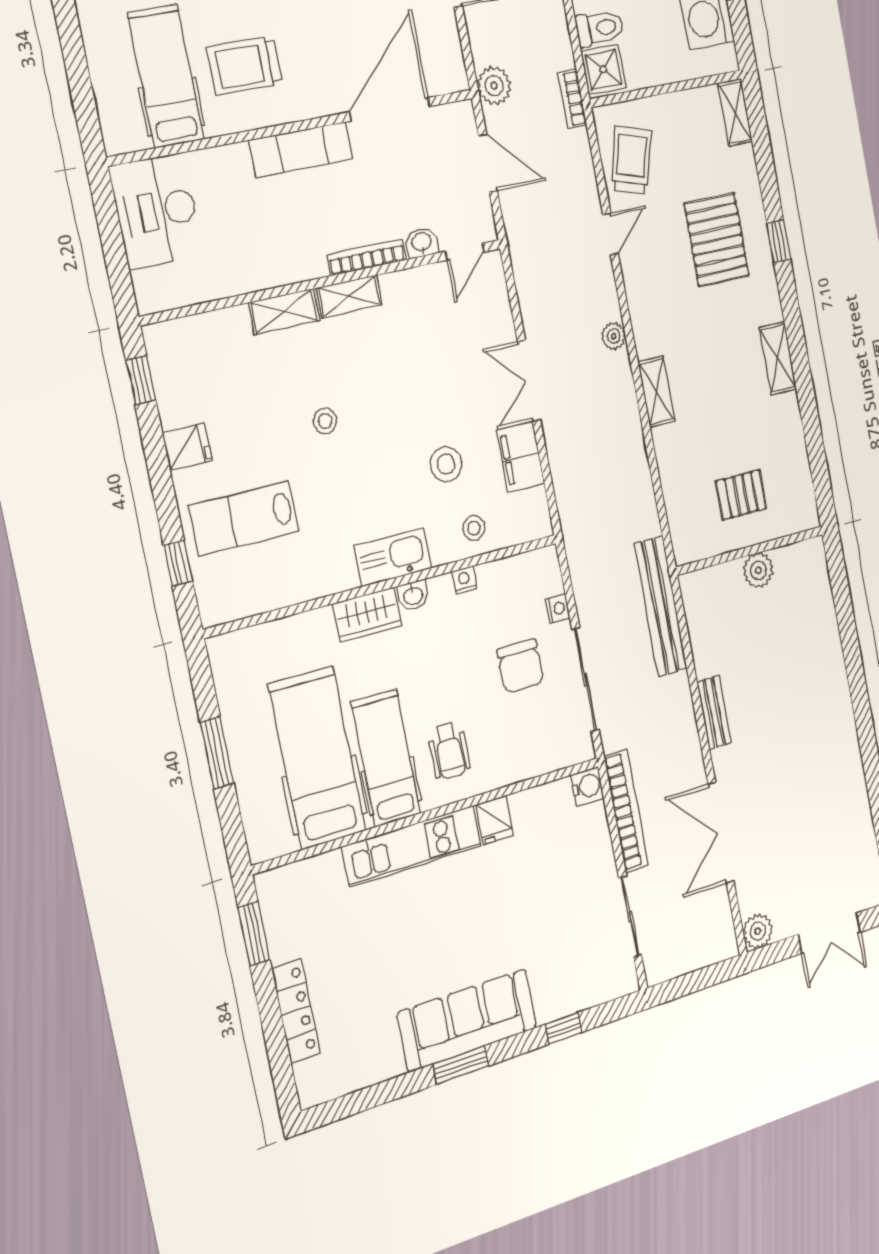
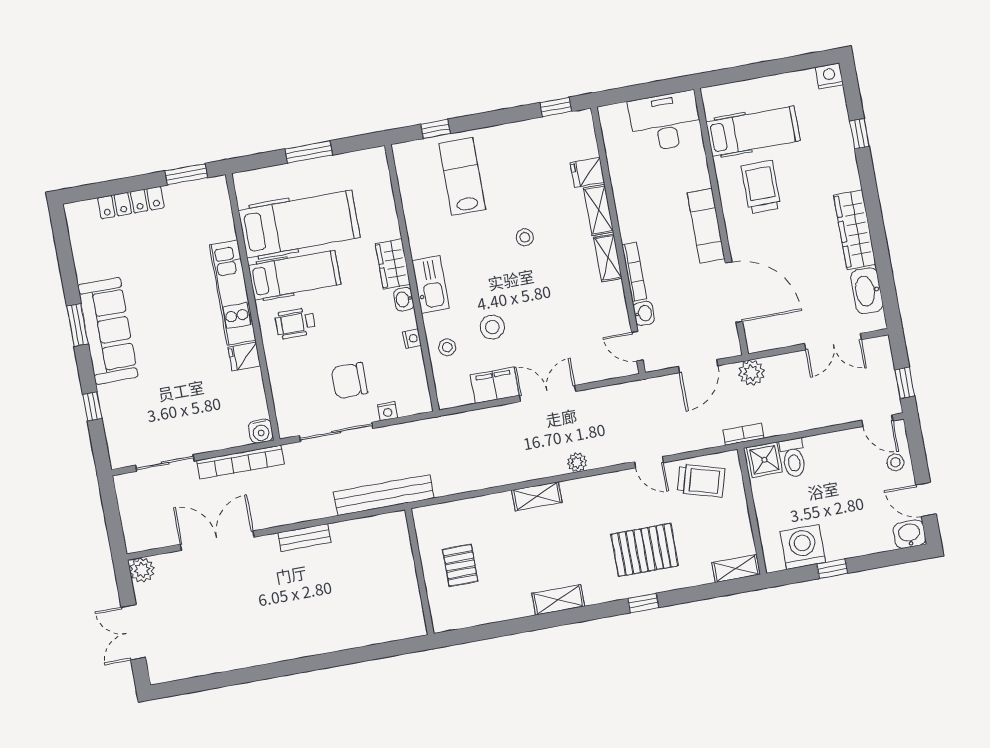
fridge: (187, 447) -> (587, 172), moved, turned 90
plant: (758, 570) -> (405, 578), removed

